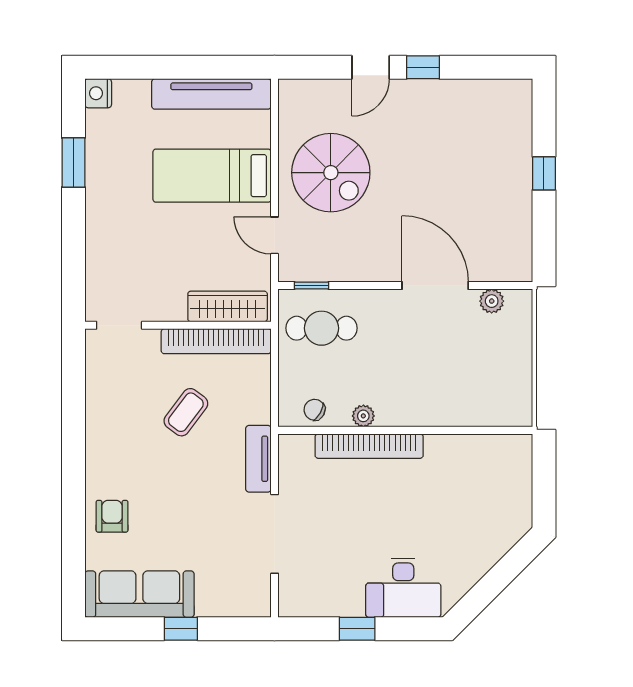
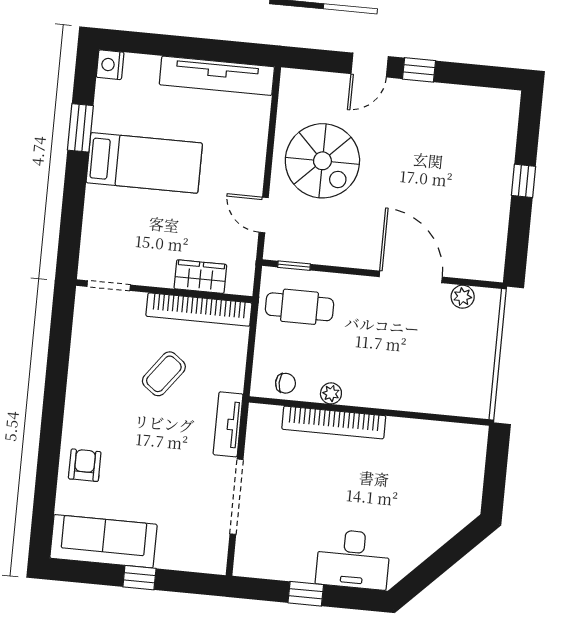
bed: (212, 176) -> (144, 163), moved, turned 180
wardrobe: (228, 306) -> (200, 277), width x0.67
chair: (315, 410) -> (286, 383), turned 151

